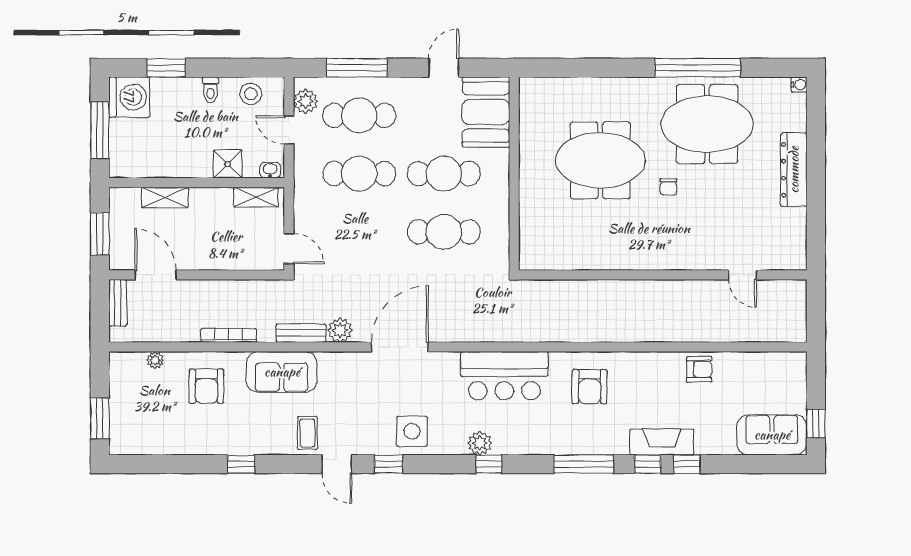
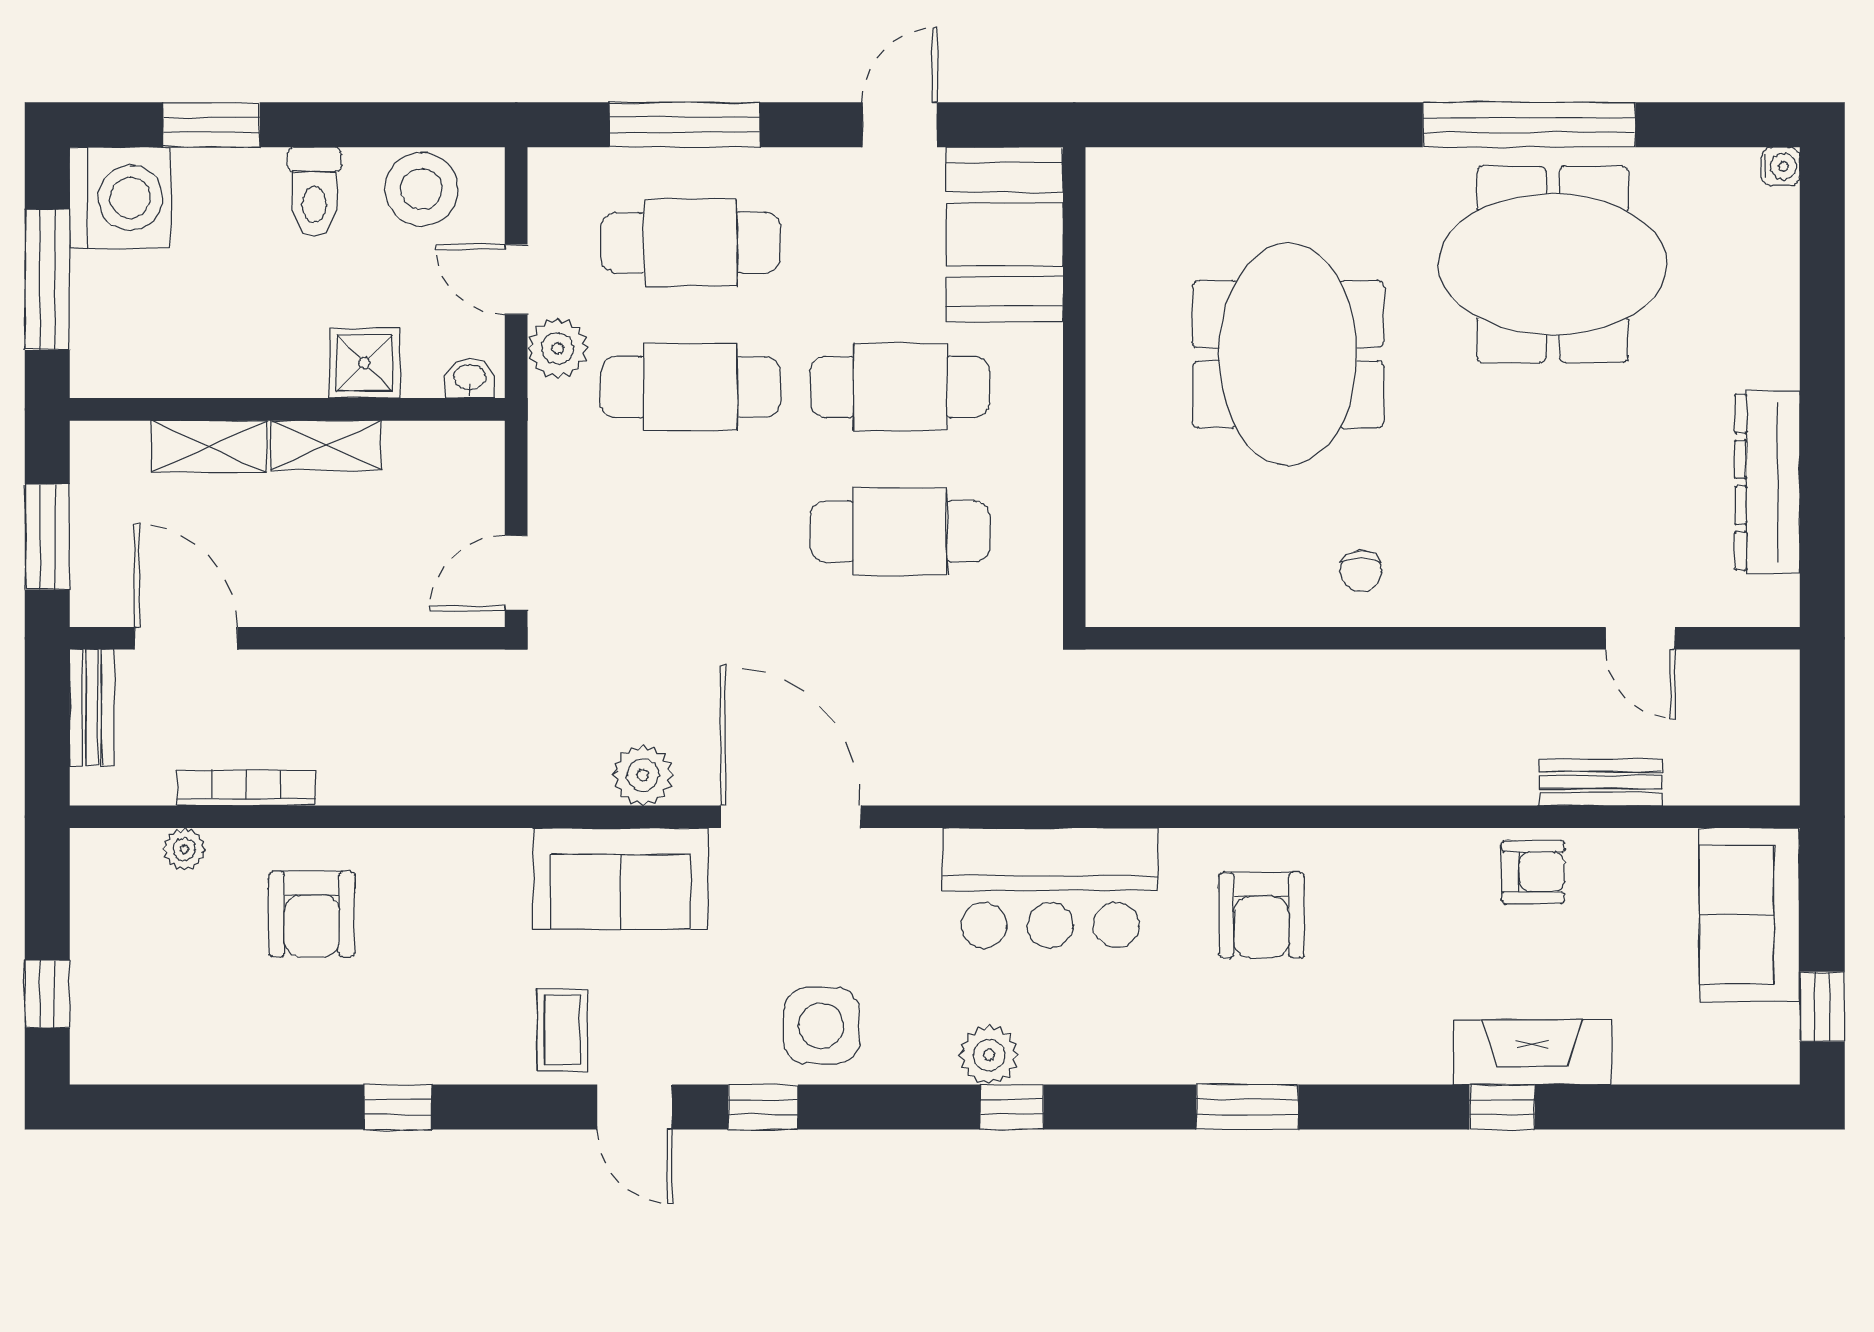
toilet: (210, 90) -> (314, 192), width x1.37, depth x1.39
stool: (251, 94) -> (422, 189), width x1.38, depth x1.38
plant: (306, 101) -> (558, 348), moved
meeting table: (600, 160) -> (1288, 354), turned 90
dresser: (794, 170) -> (1767, 482), moved
chair: (668, 187) -> (1361, 571), moved
shelving: (256, 197) -> (326, 445), moved
door: (289, 249) -> (516, 573), swing flipped
bench: (301, 333) -> (1601, 782), moved
bookcase: (229, 335) -> (246, 788), moved
door: (400, 347) -> (791, 817), hinge flipped
sofa: (282, 372) -> (620, 879), moved
window: (100, 418) -> (47, 994), width x0.67
sofa: (772, 435) -> (1750, 915), moved, turned -90
fireplace: (662, 442) -> (1532, 1052), moved
window: (584, 464) -> (1247, 1107), width x0.69
window: (648, 464) -> (1406, 1107), removed

